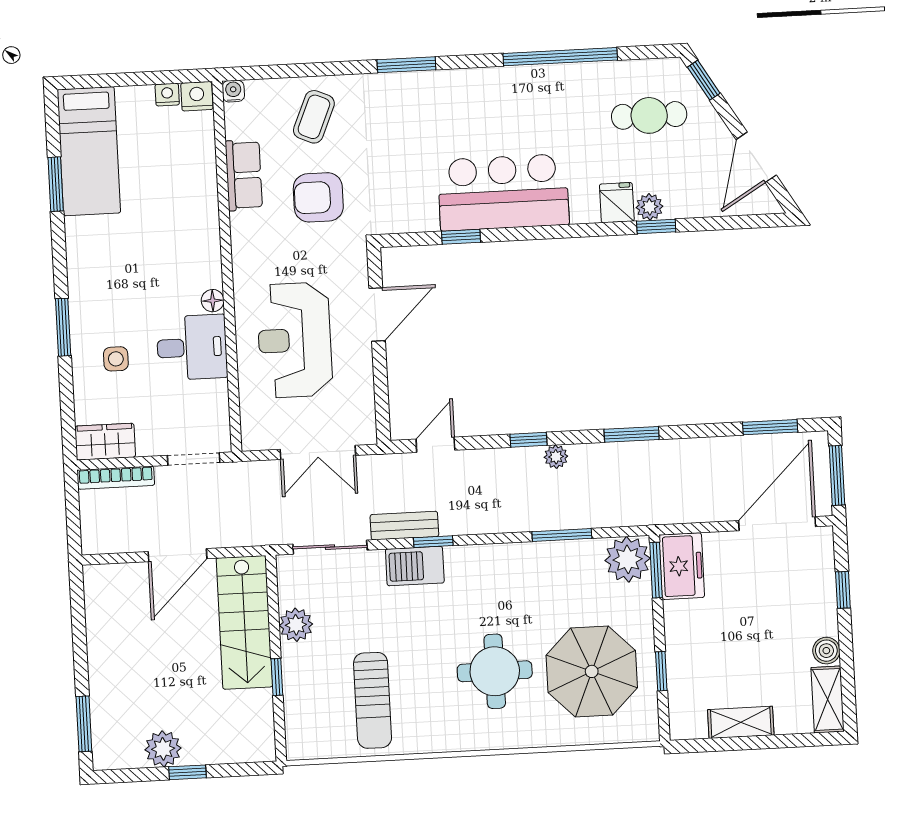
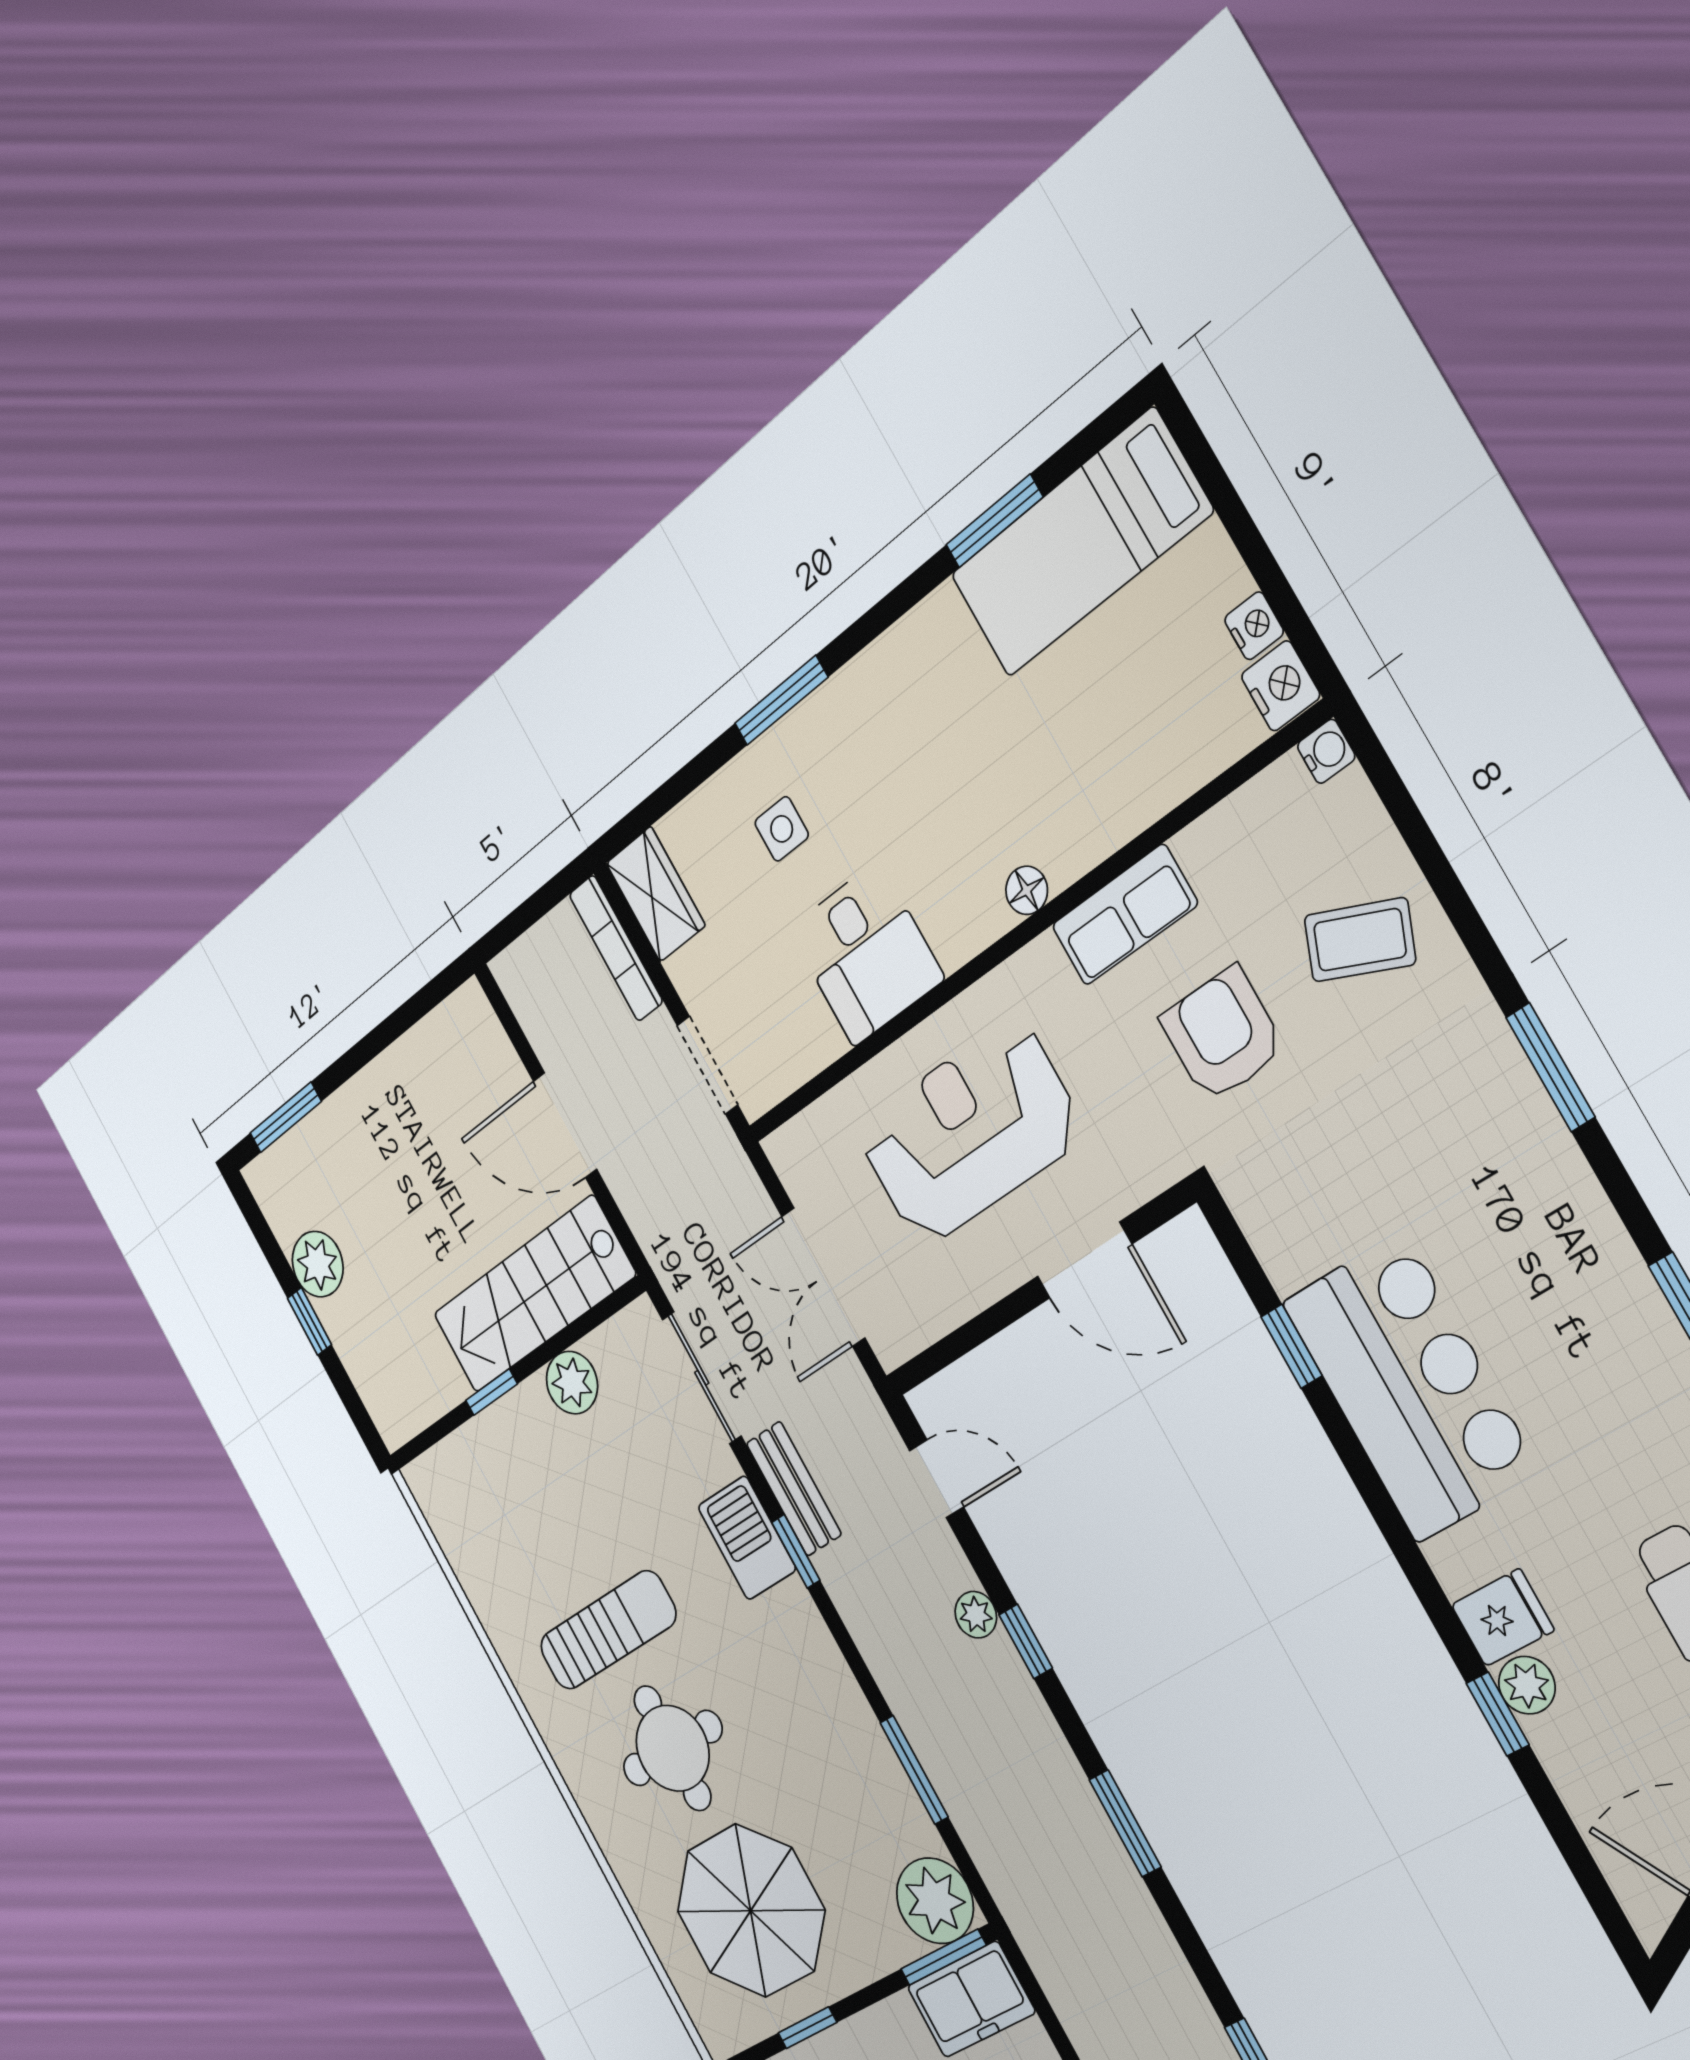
row of seats: (244, 175) -> (1125, 915), moved
floor lamp: (213, 301) -> (1027, 890), moved
plant: (556, 457) -> (976, 1615), moved
sun lounger: (373, 700) -> (608, 1630), moved, turned 180

